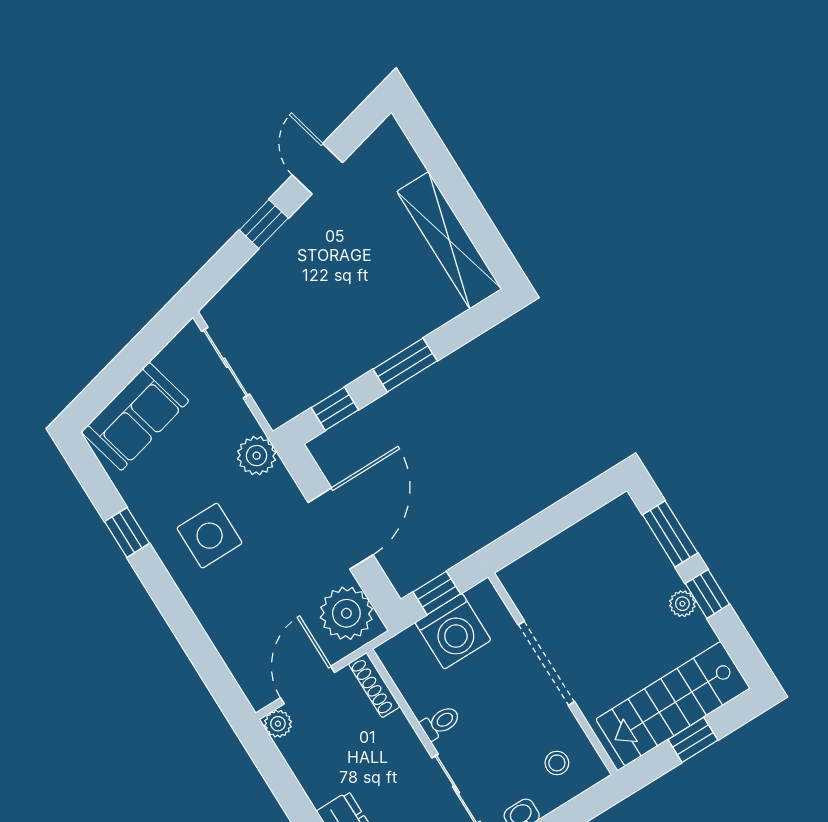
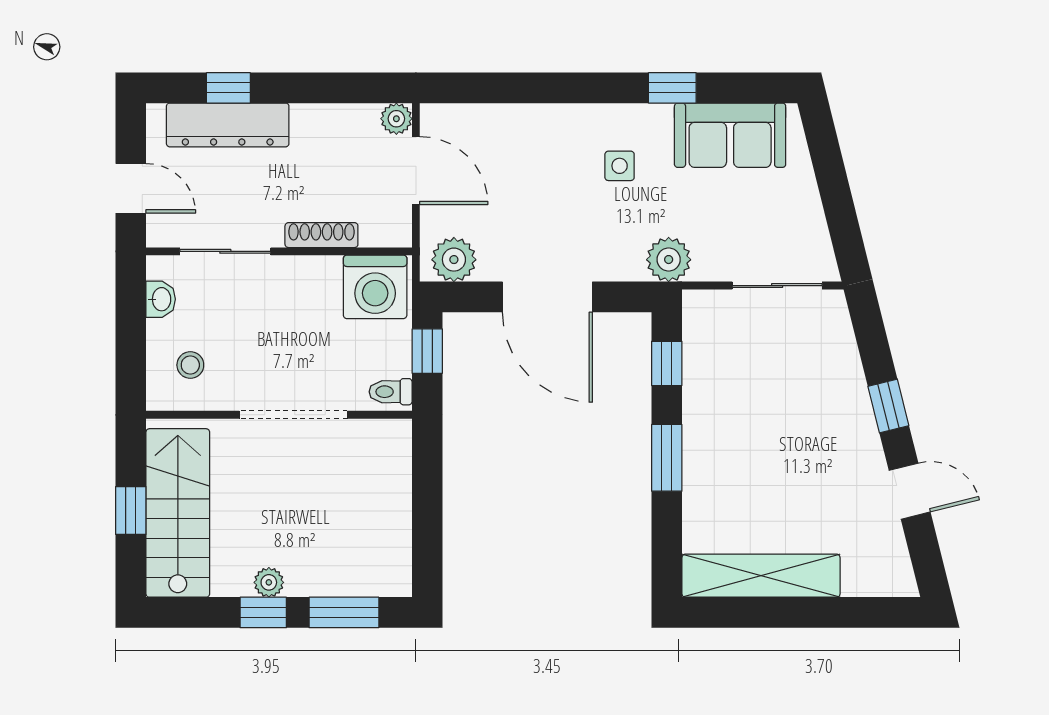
sofa: (135, 416) -> (730, 135), moved, turned -76
side table: (210, 536) -> (620, 166), width x0.54, depth x0.54
plant: (346, 613) -> (454, 260), width x0.73, depth x0.73
washing machine: (453, 631) -> (375, 287), moved, turned -90
shoe rack: (374, 685) -> (321, 235), moved
toilet: (440, 723) -> (391, 392), moved, turned 90

